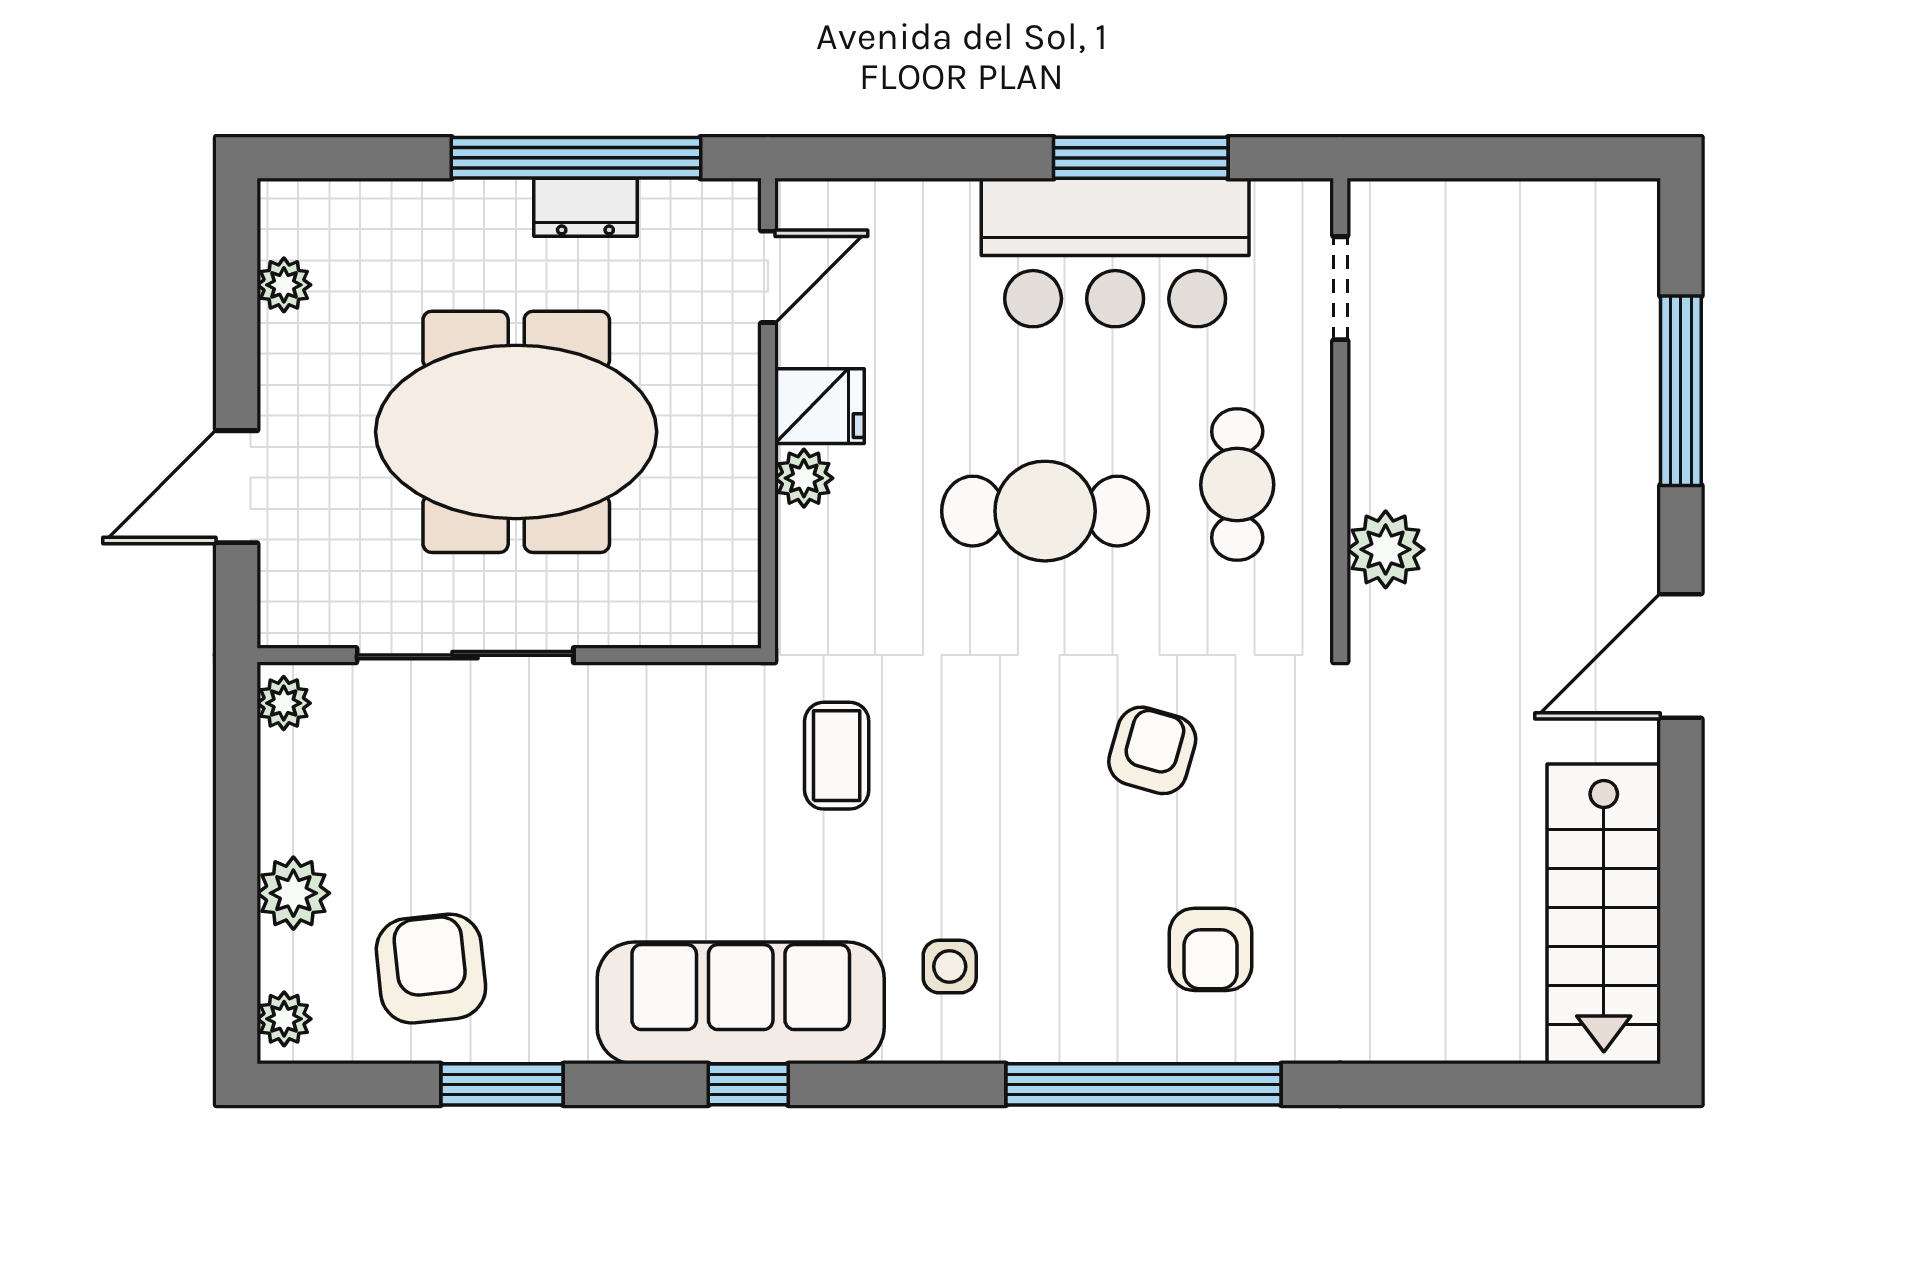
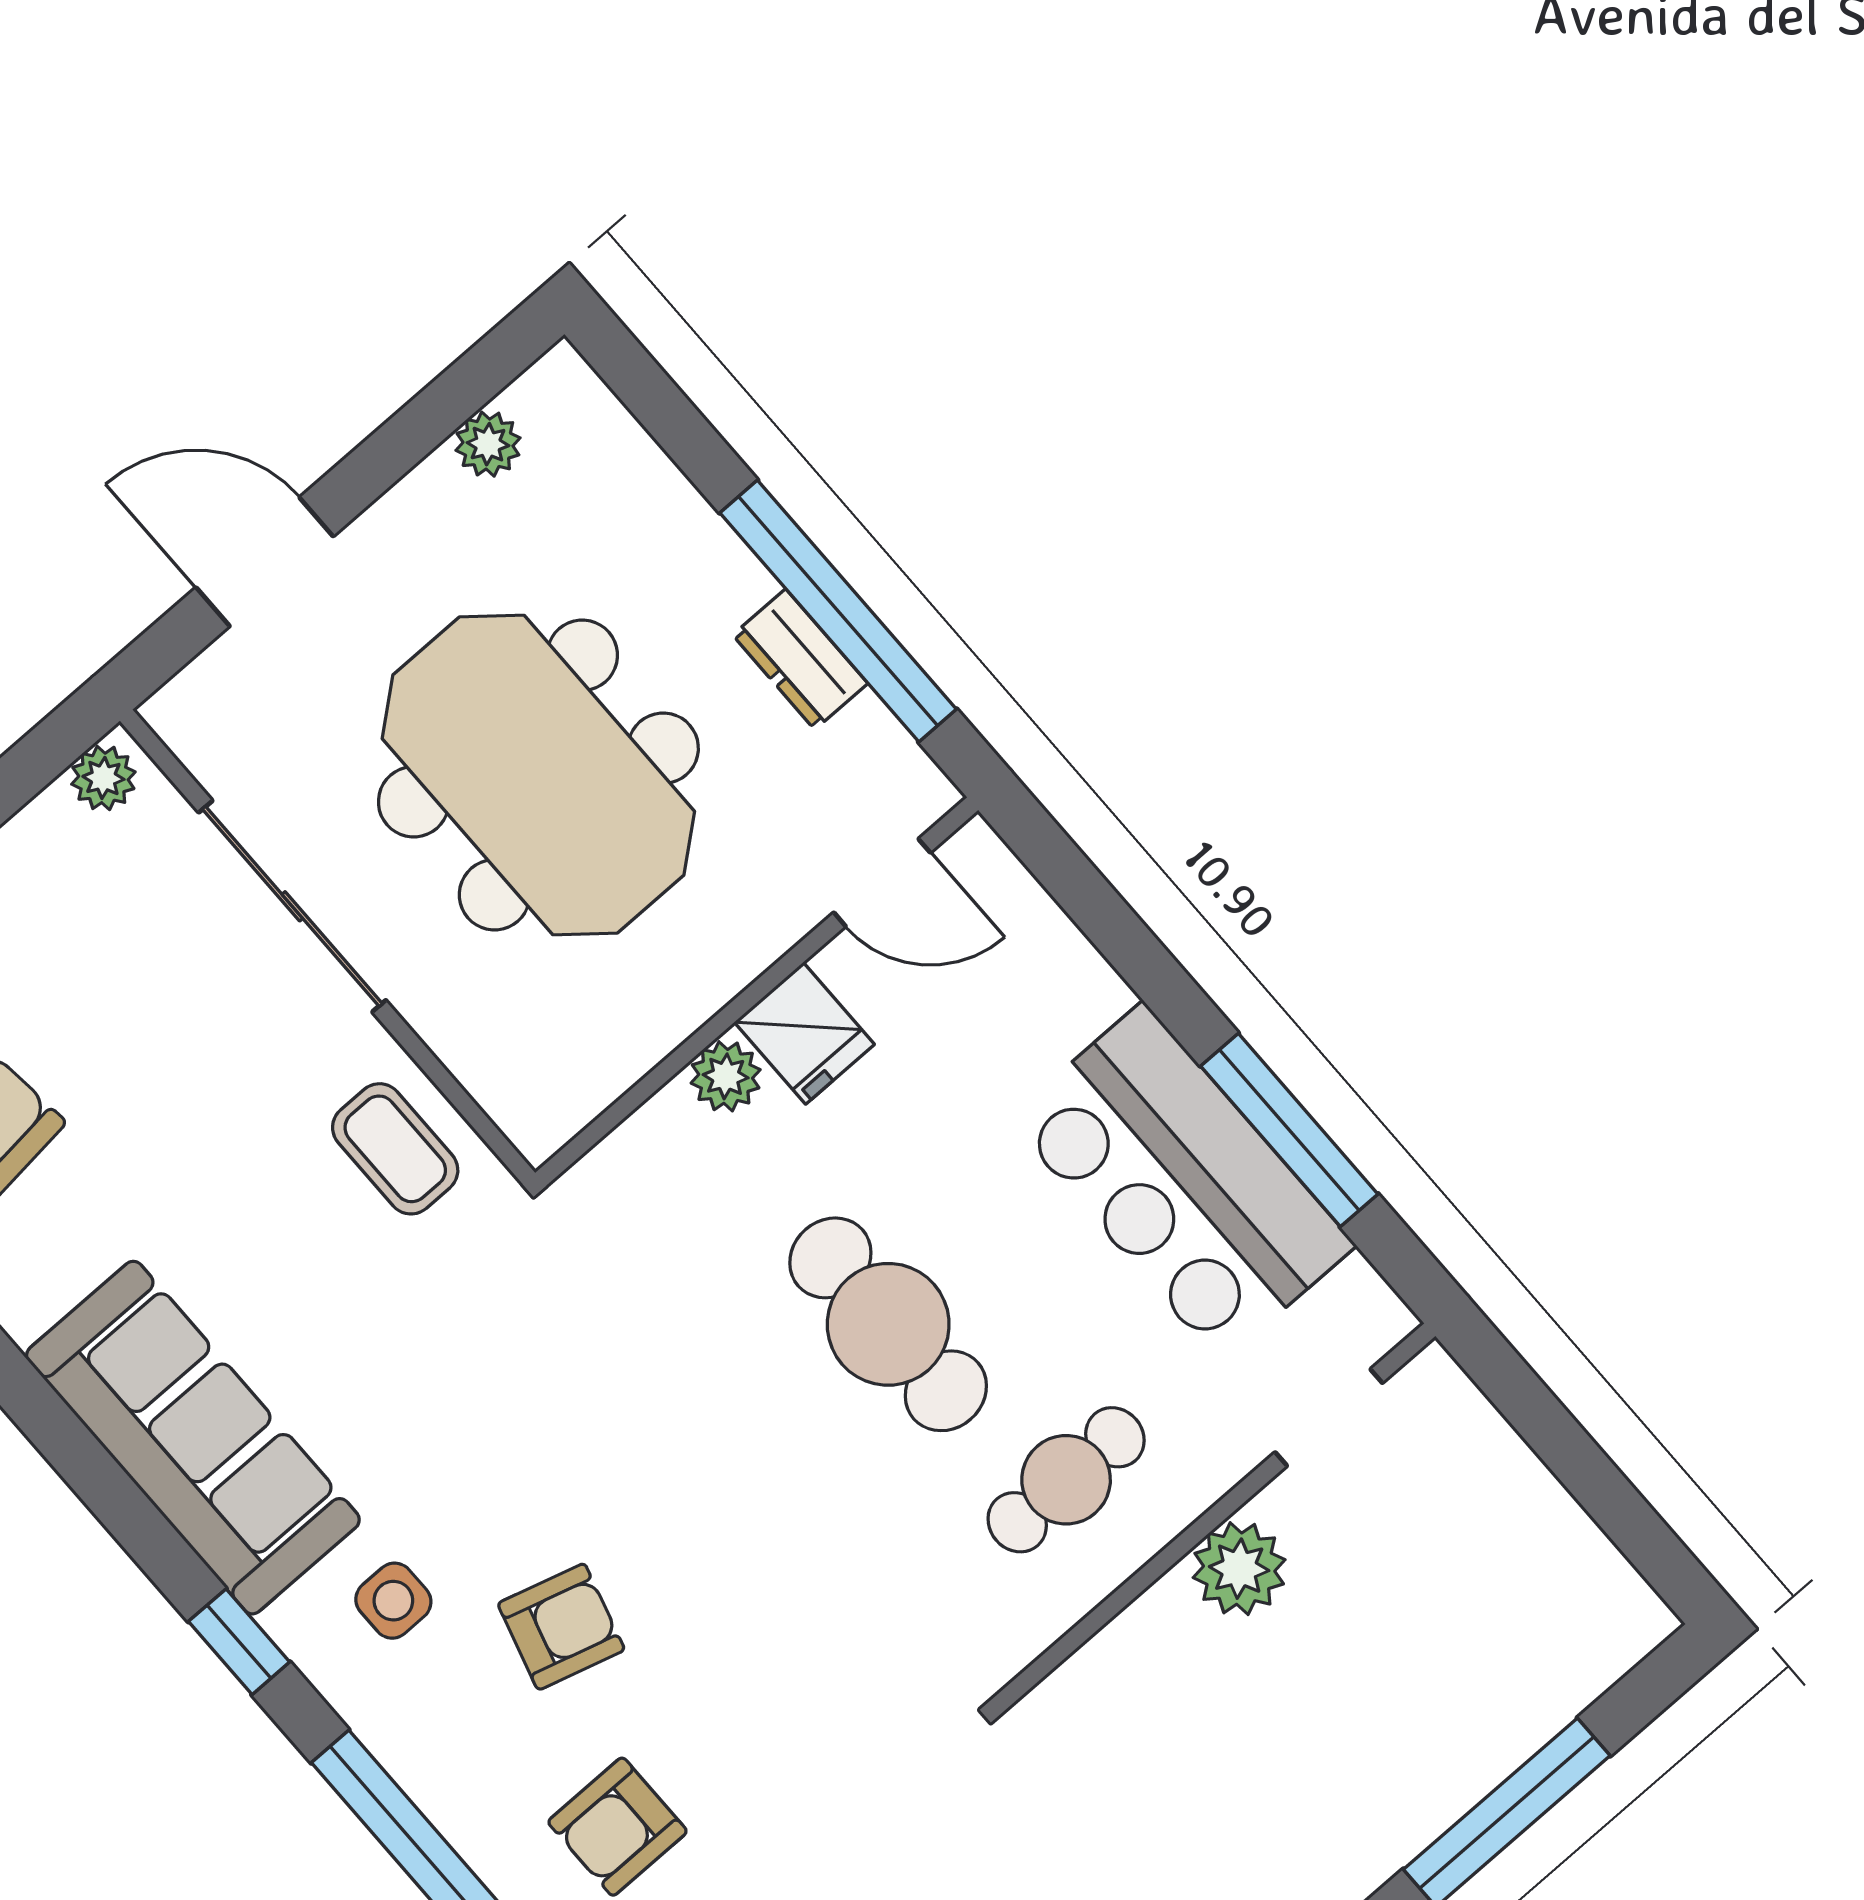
plant: (1386, 549) -> (1239, 1569), moved
armchair: (1152, 750) -> (561, 1627), moved
coffee table: (837, 756) -> (395, 1149), moved, turned 90
window: (748, 1084) -> (239, 1642), moved

